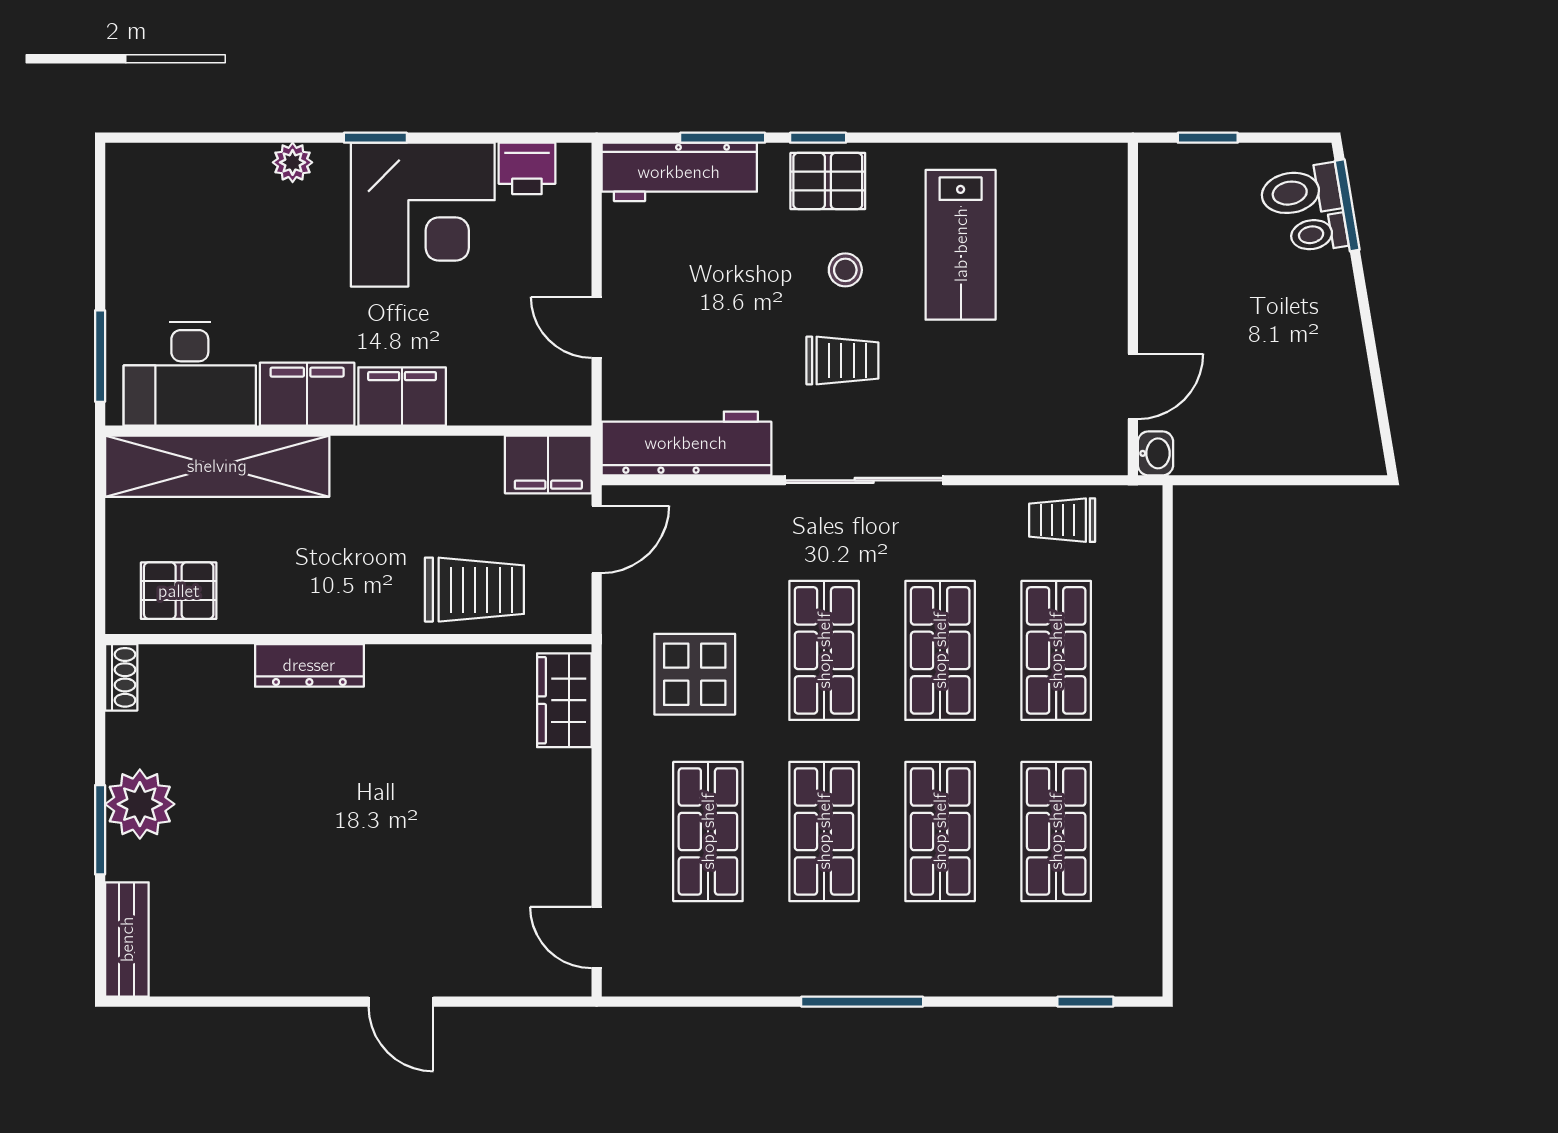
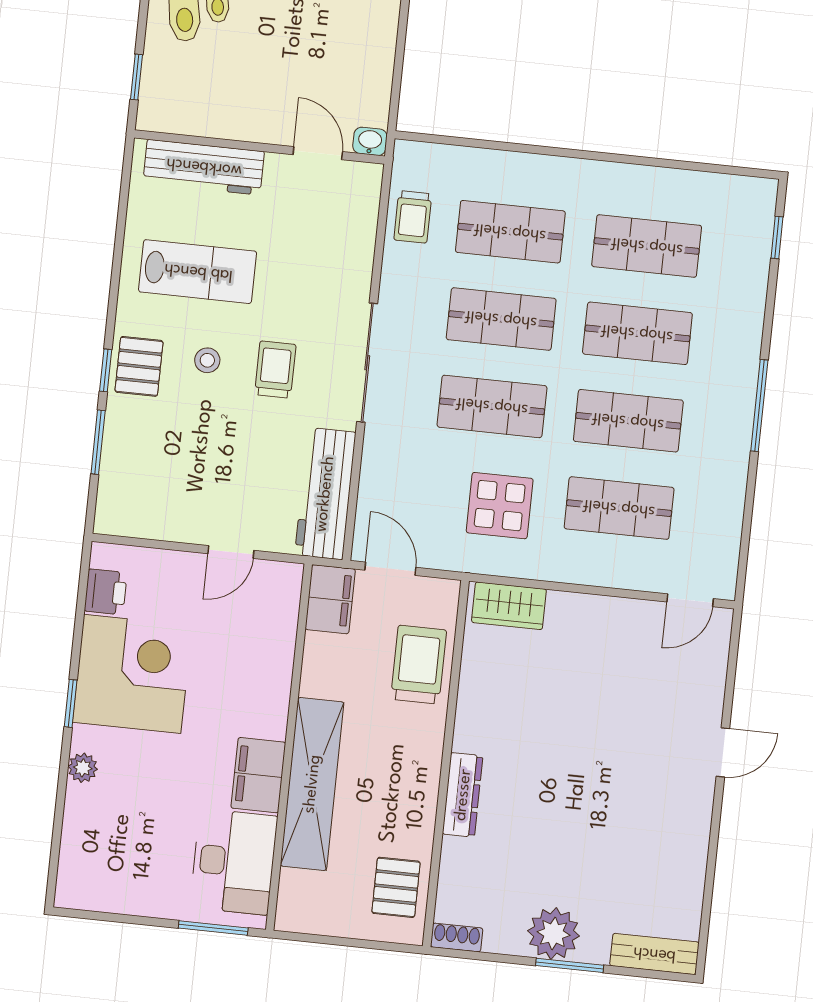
workbench: (679, 172) -> (204, 167), moved, turned 90
filing cabinet: (402, 396) -> (268, 704), removed
shelving: (217, 466) -> (312, 784), moved

